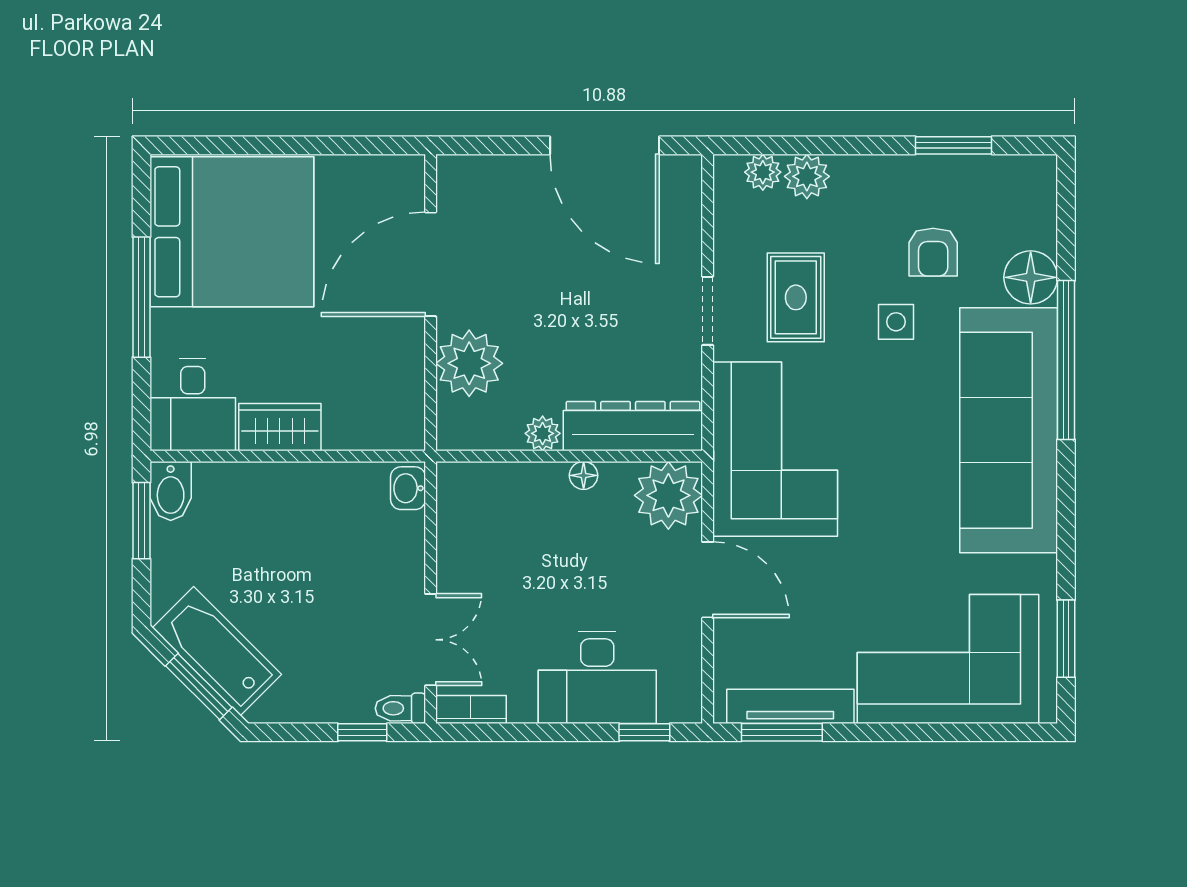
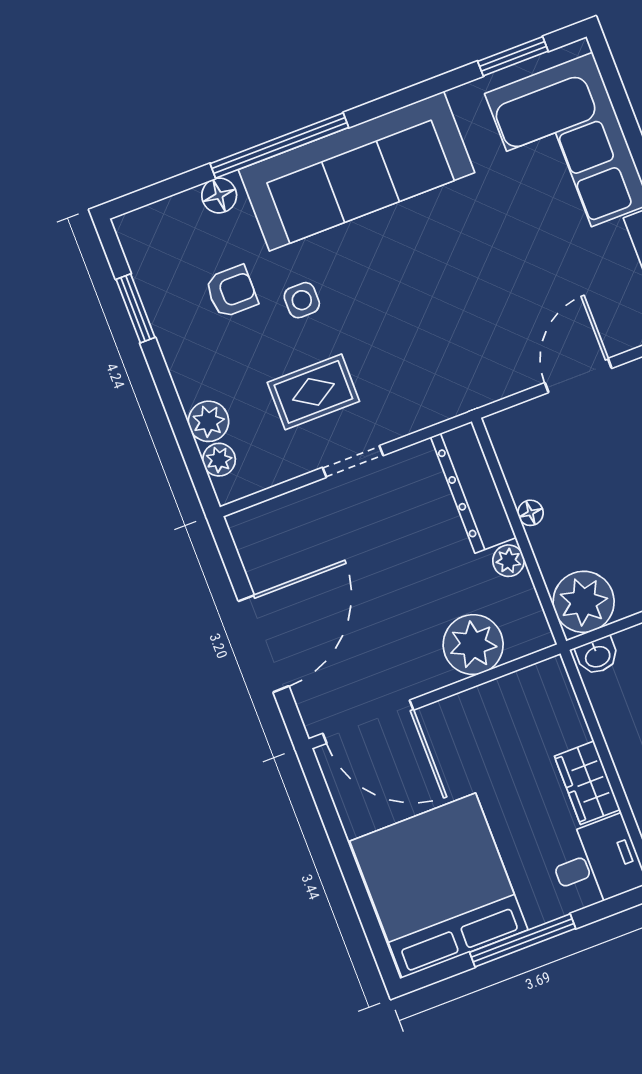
door: (605, 145) -> (264, 644), moved
door: (431, 264) -> (368, 722), moved
floor lamp: (1031, 277) -> (219, 195), width x0.73, depth x0.73
corner sofa: (775, 449) -> (447, 361), removed
plant: (668, 495) -> (584, 602), moved

